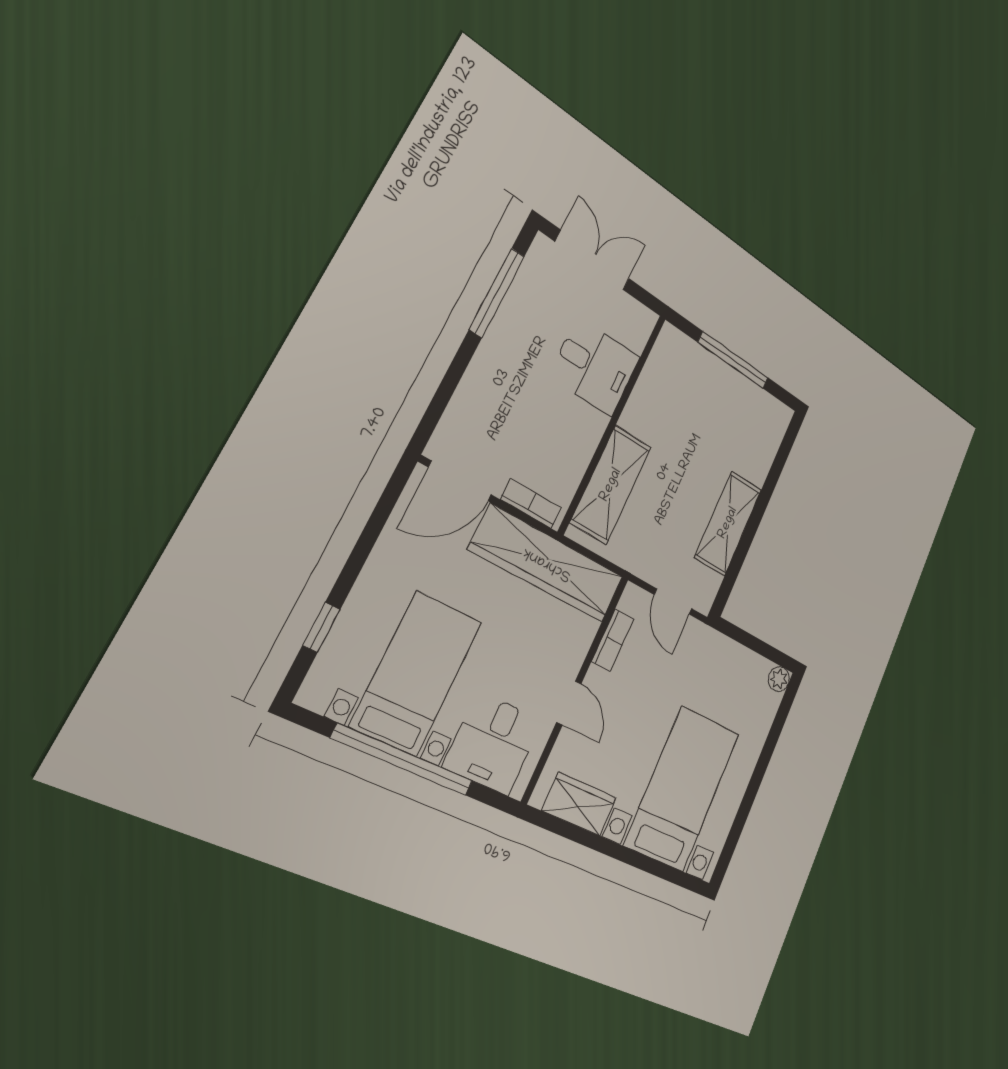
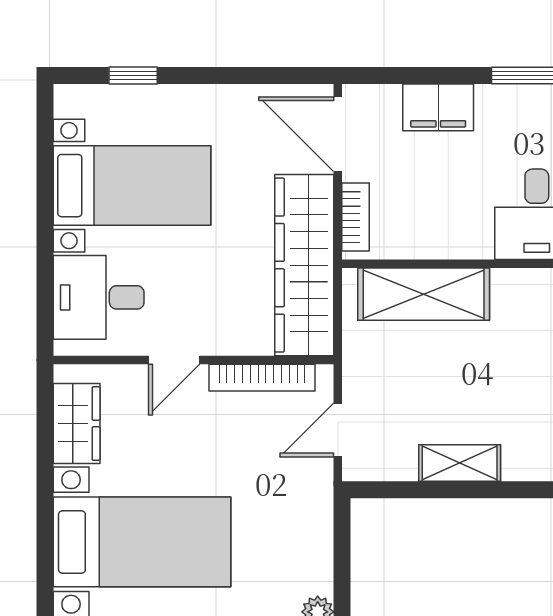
filing cabinet: (479, 390) -> (438, 107), added
shelving: (728, 523) -> (460, 463), width x0.67, depth x0.75
bookcase: (613, 640) -> (262, 378), width x1.56
window: (403, 760) -> (45, 214), removed

